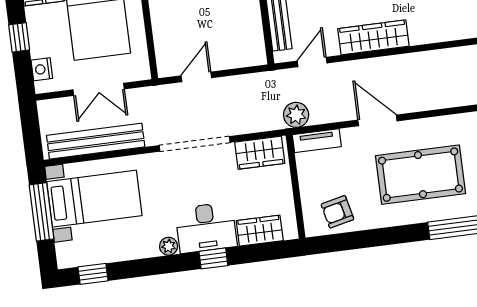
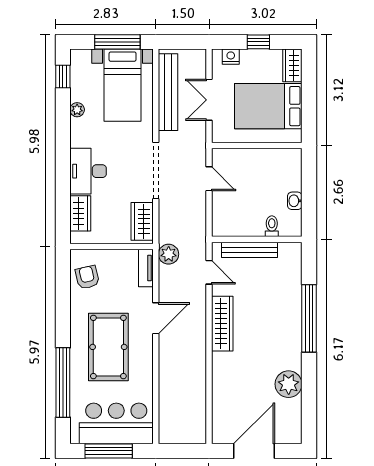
plant: (169, 246) -> (77, 110), moved
window: (213, 258) -> (63, 174), removed

